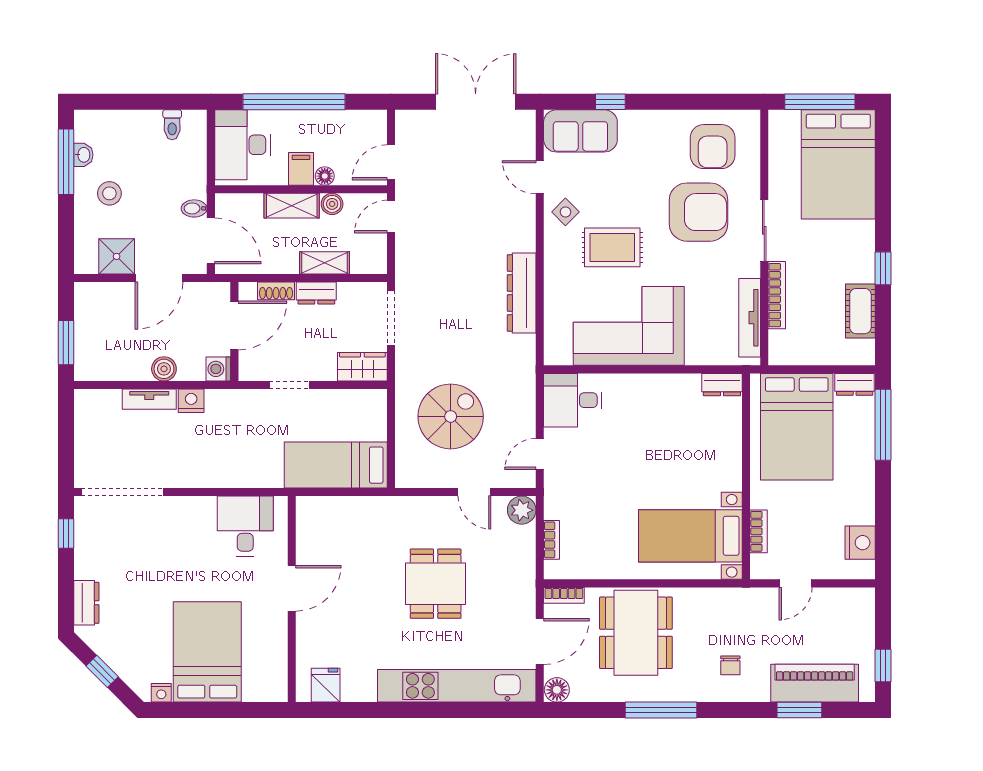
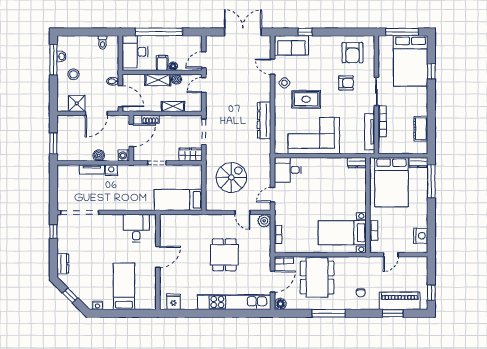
armchair: (699, 212) -> (346, 83), width x0.53, depth x0.53
window: (883, 268) -> (431, 71), moved
dresser: (316, 293) -> (169, 120), removed
bed: (207, 652) -> (124, 286), width x0.67

